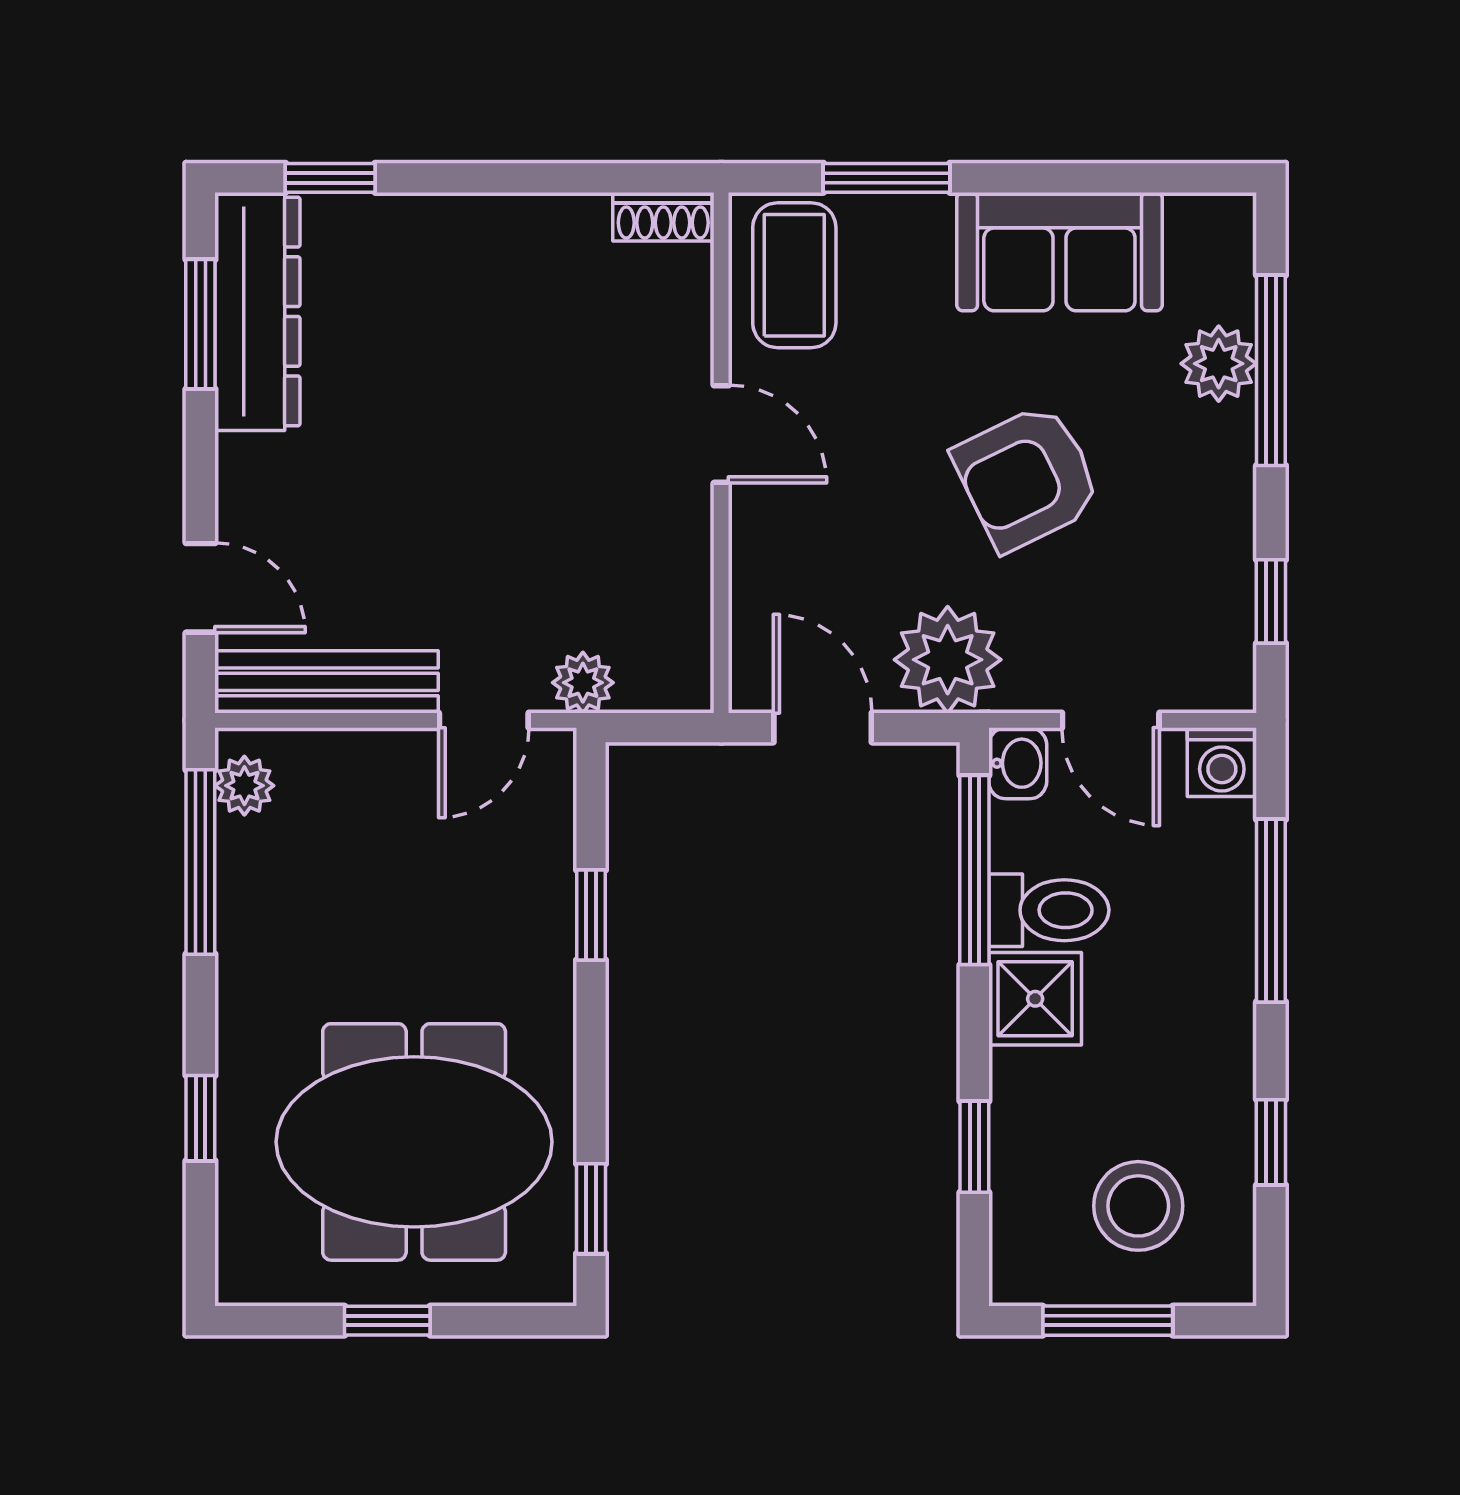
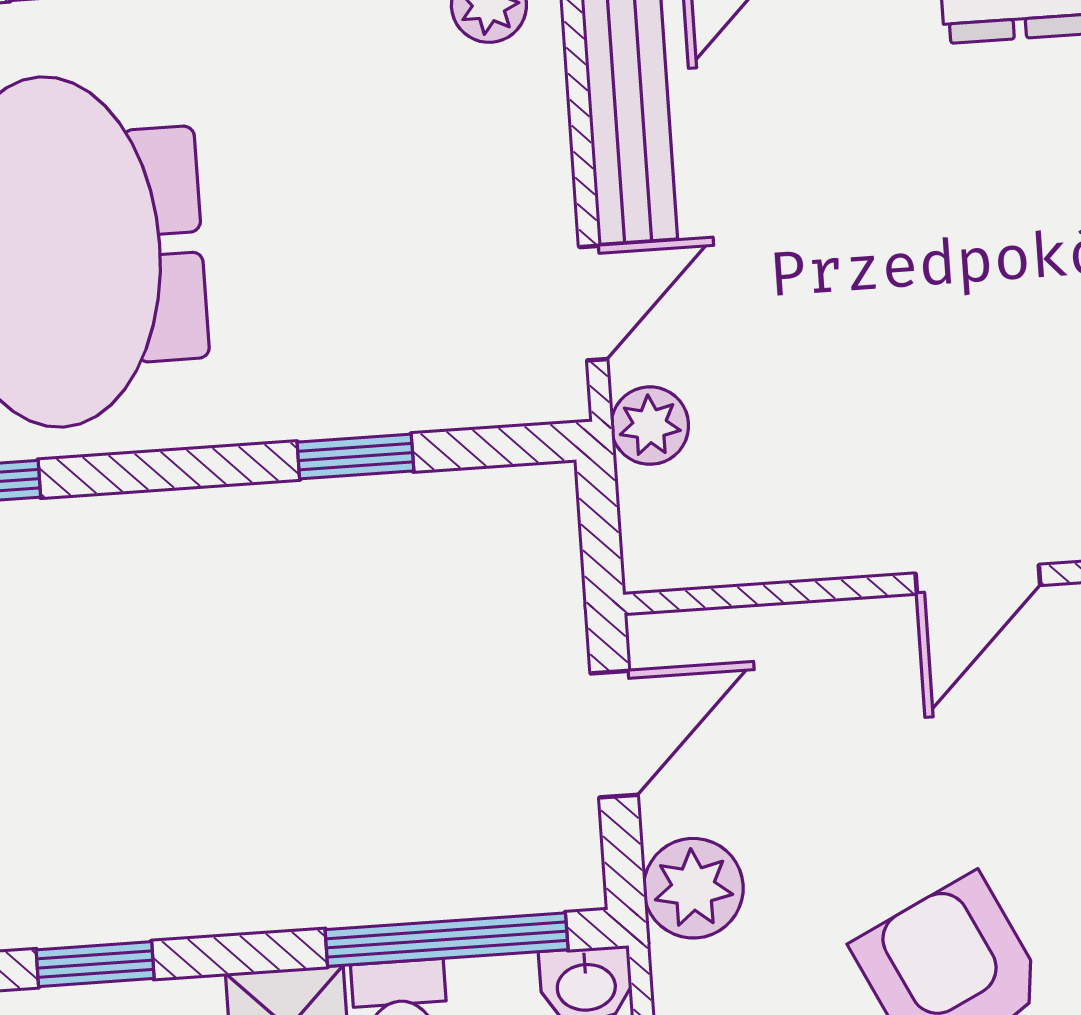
plant: (948, 660) -> (693, 888), width x0.73, depth x0.73
door: (484, 720) -> (593, 303), swing flipped

